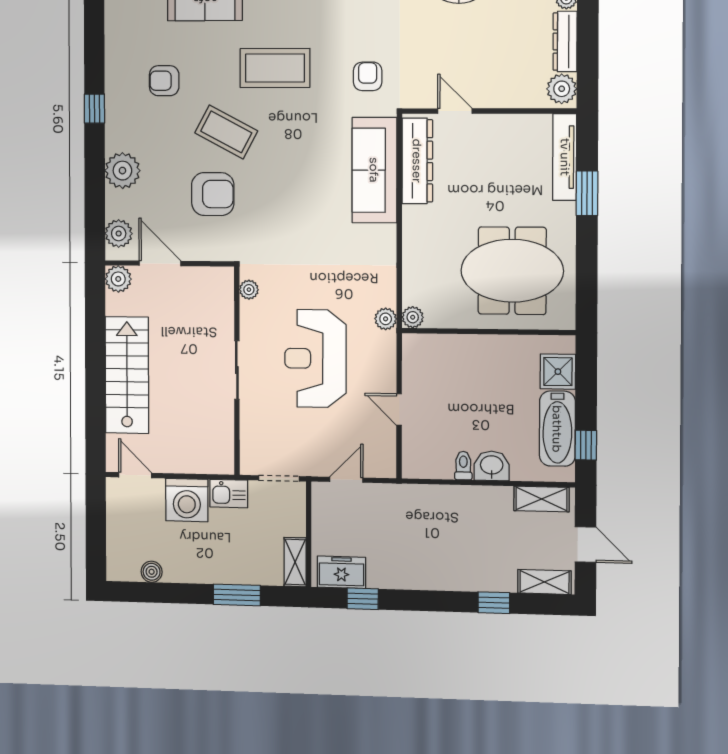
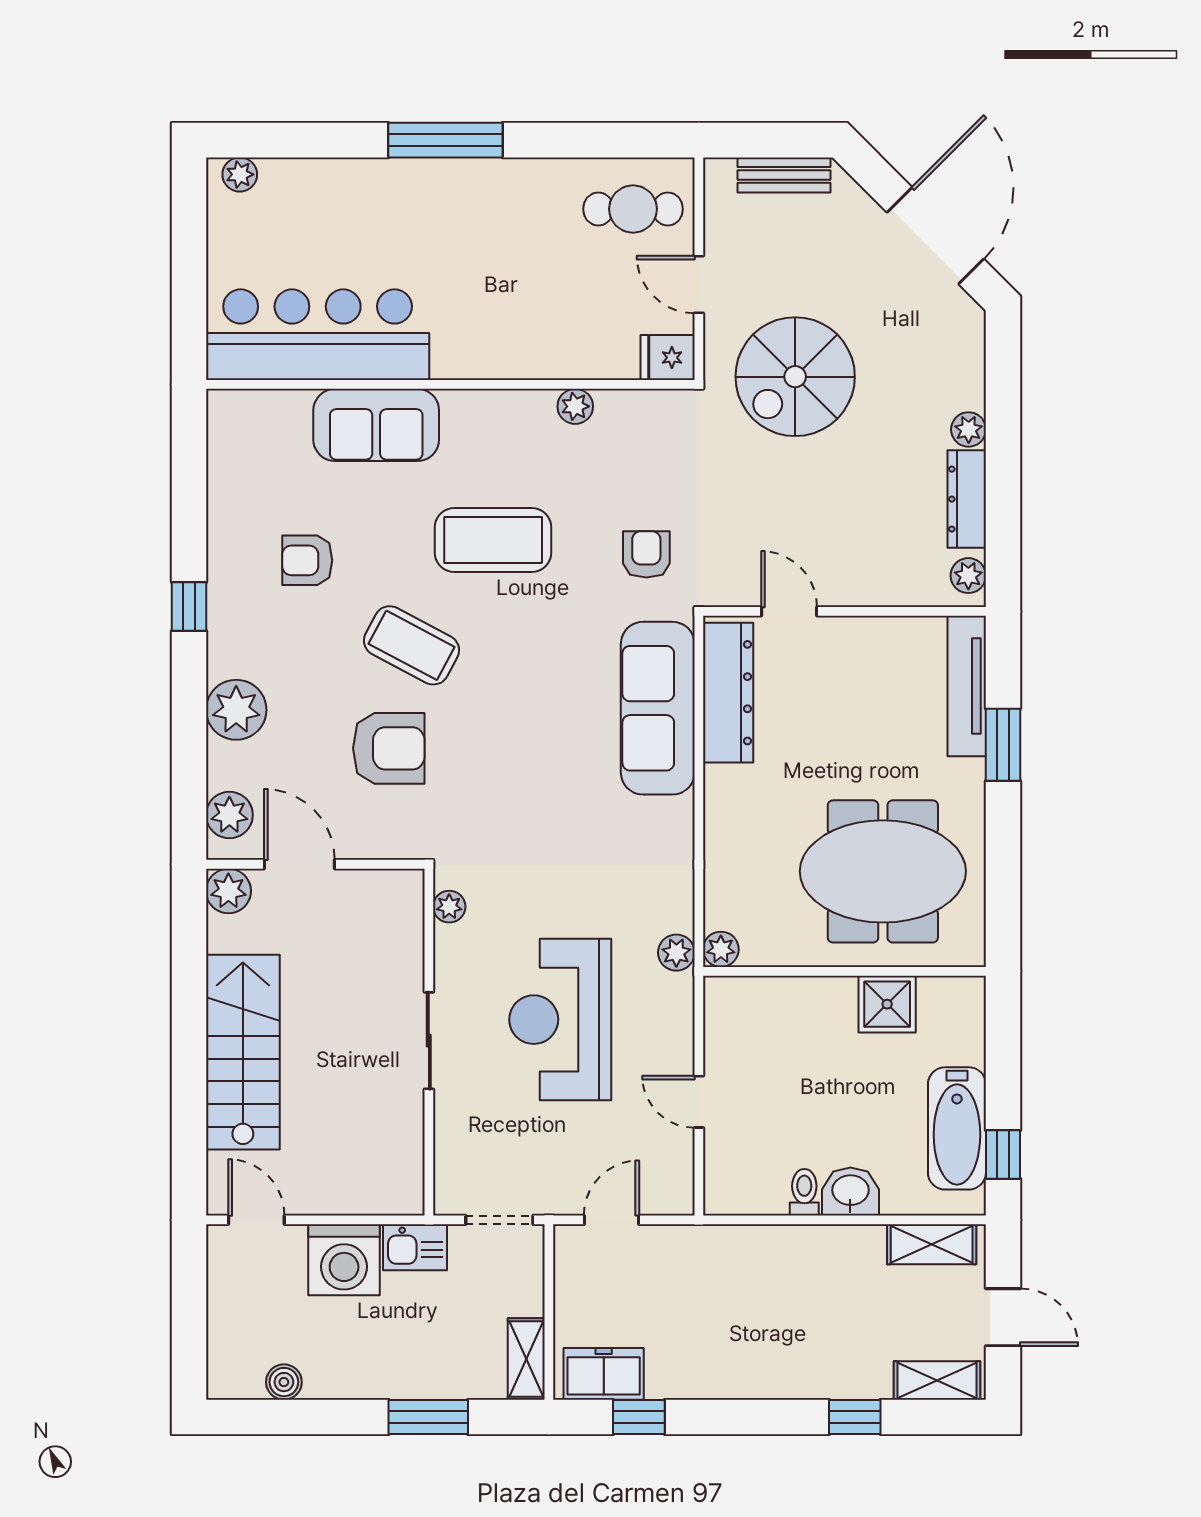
plant: (562, 89) -> (968, 576), width x0.73, depth x0.73
shower: (558, 372) -> (887, 1004), moved

